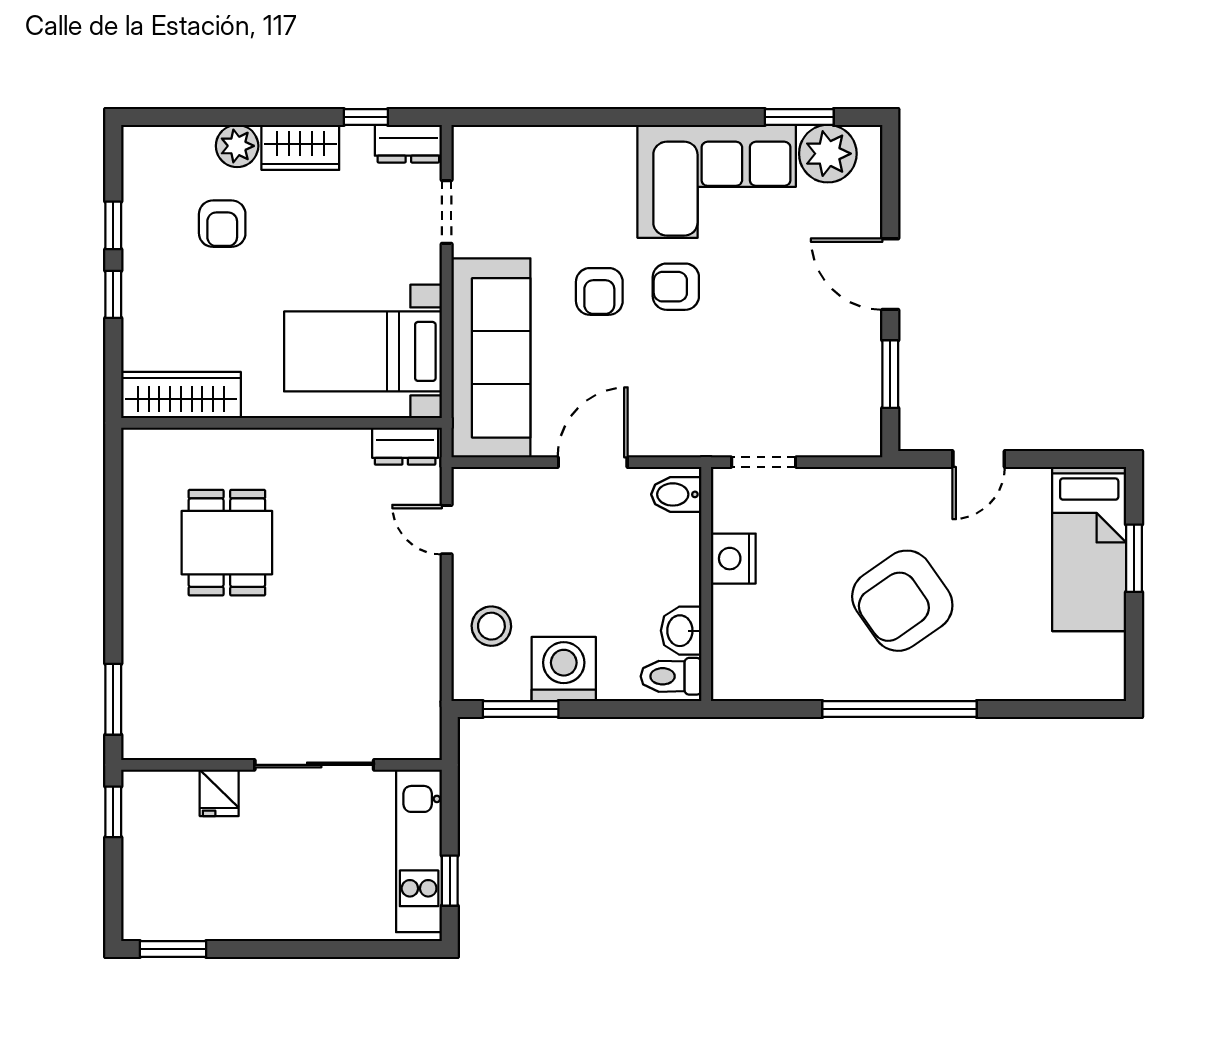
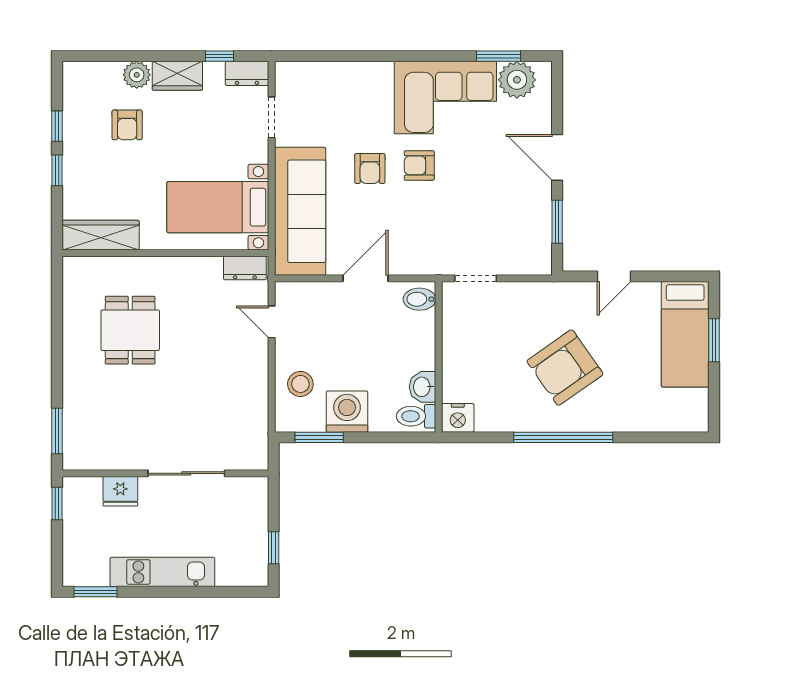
nightstand: (733, 559) -> (458, 418), moved, turned -90
fridge: (219, 793) -> (120, 491), width x1.38
kitchen unit: (419, 851) -> (162, 572), moved, turned 90

